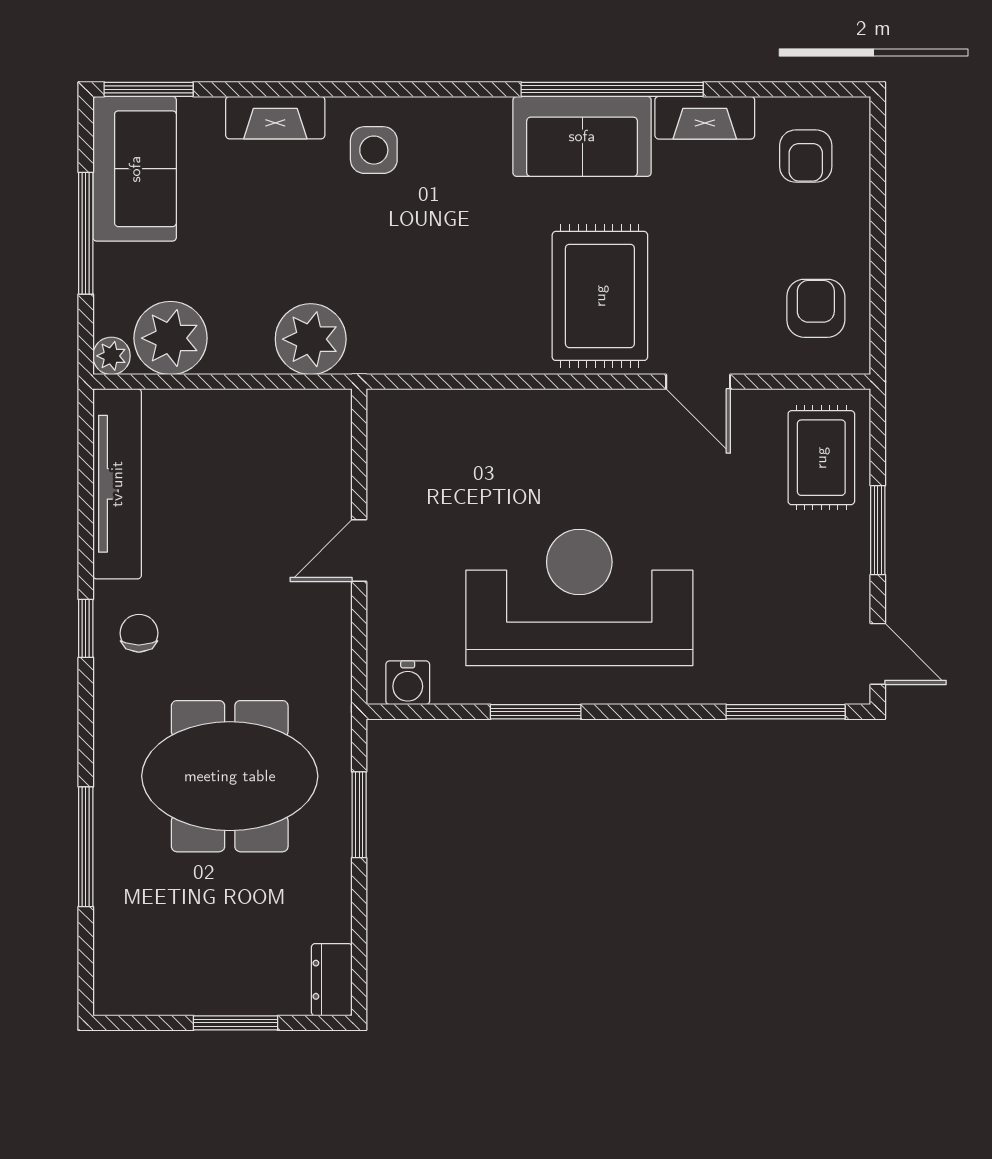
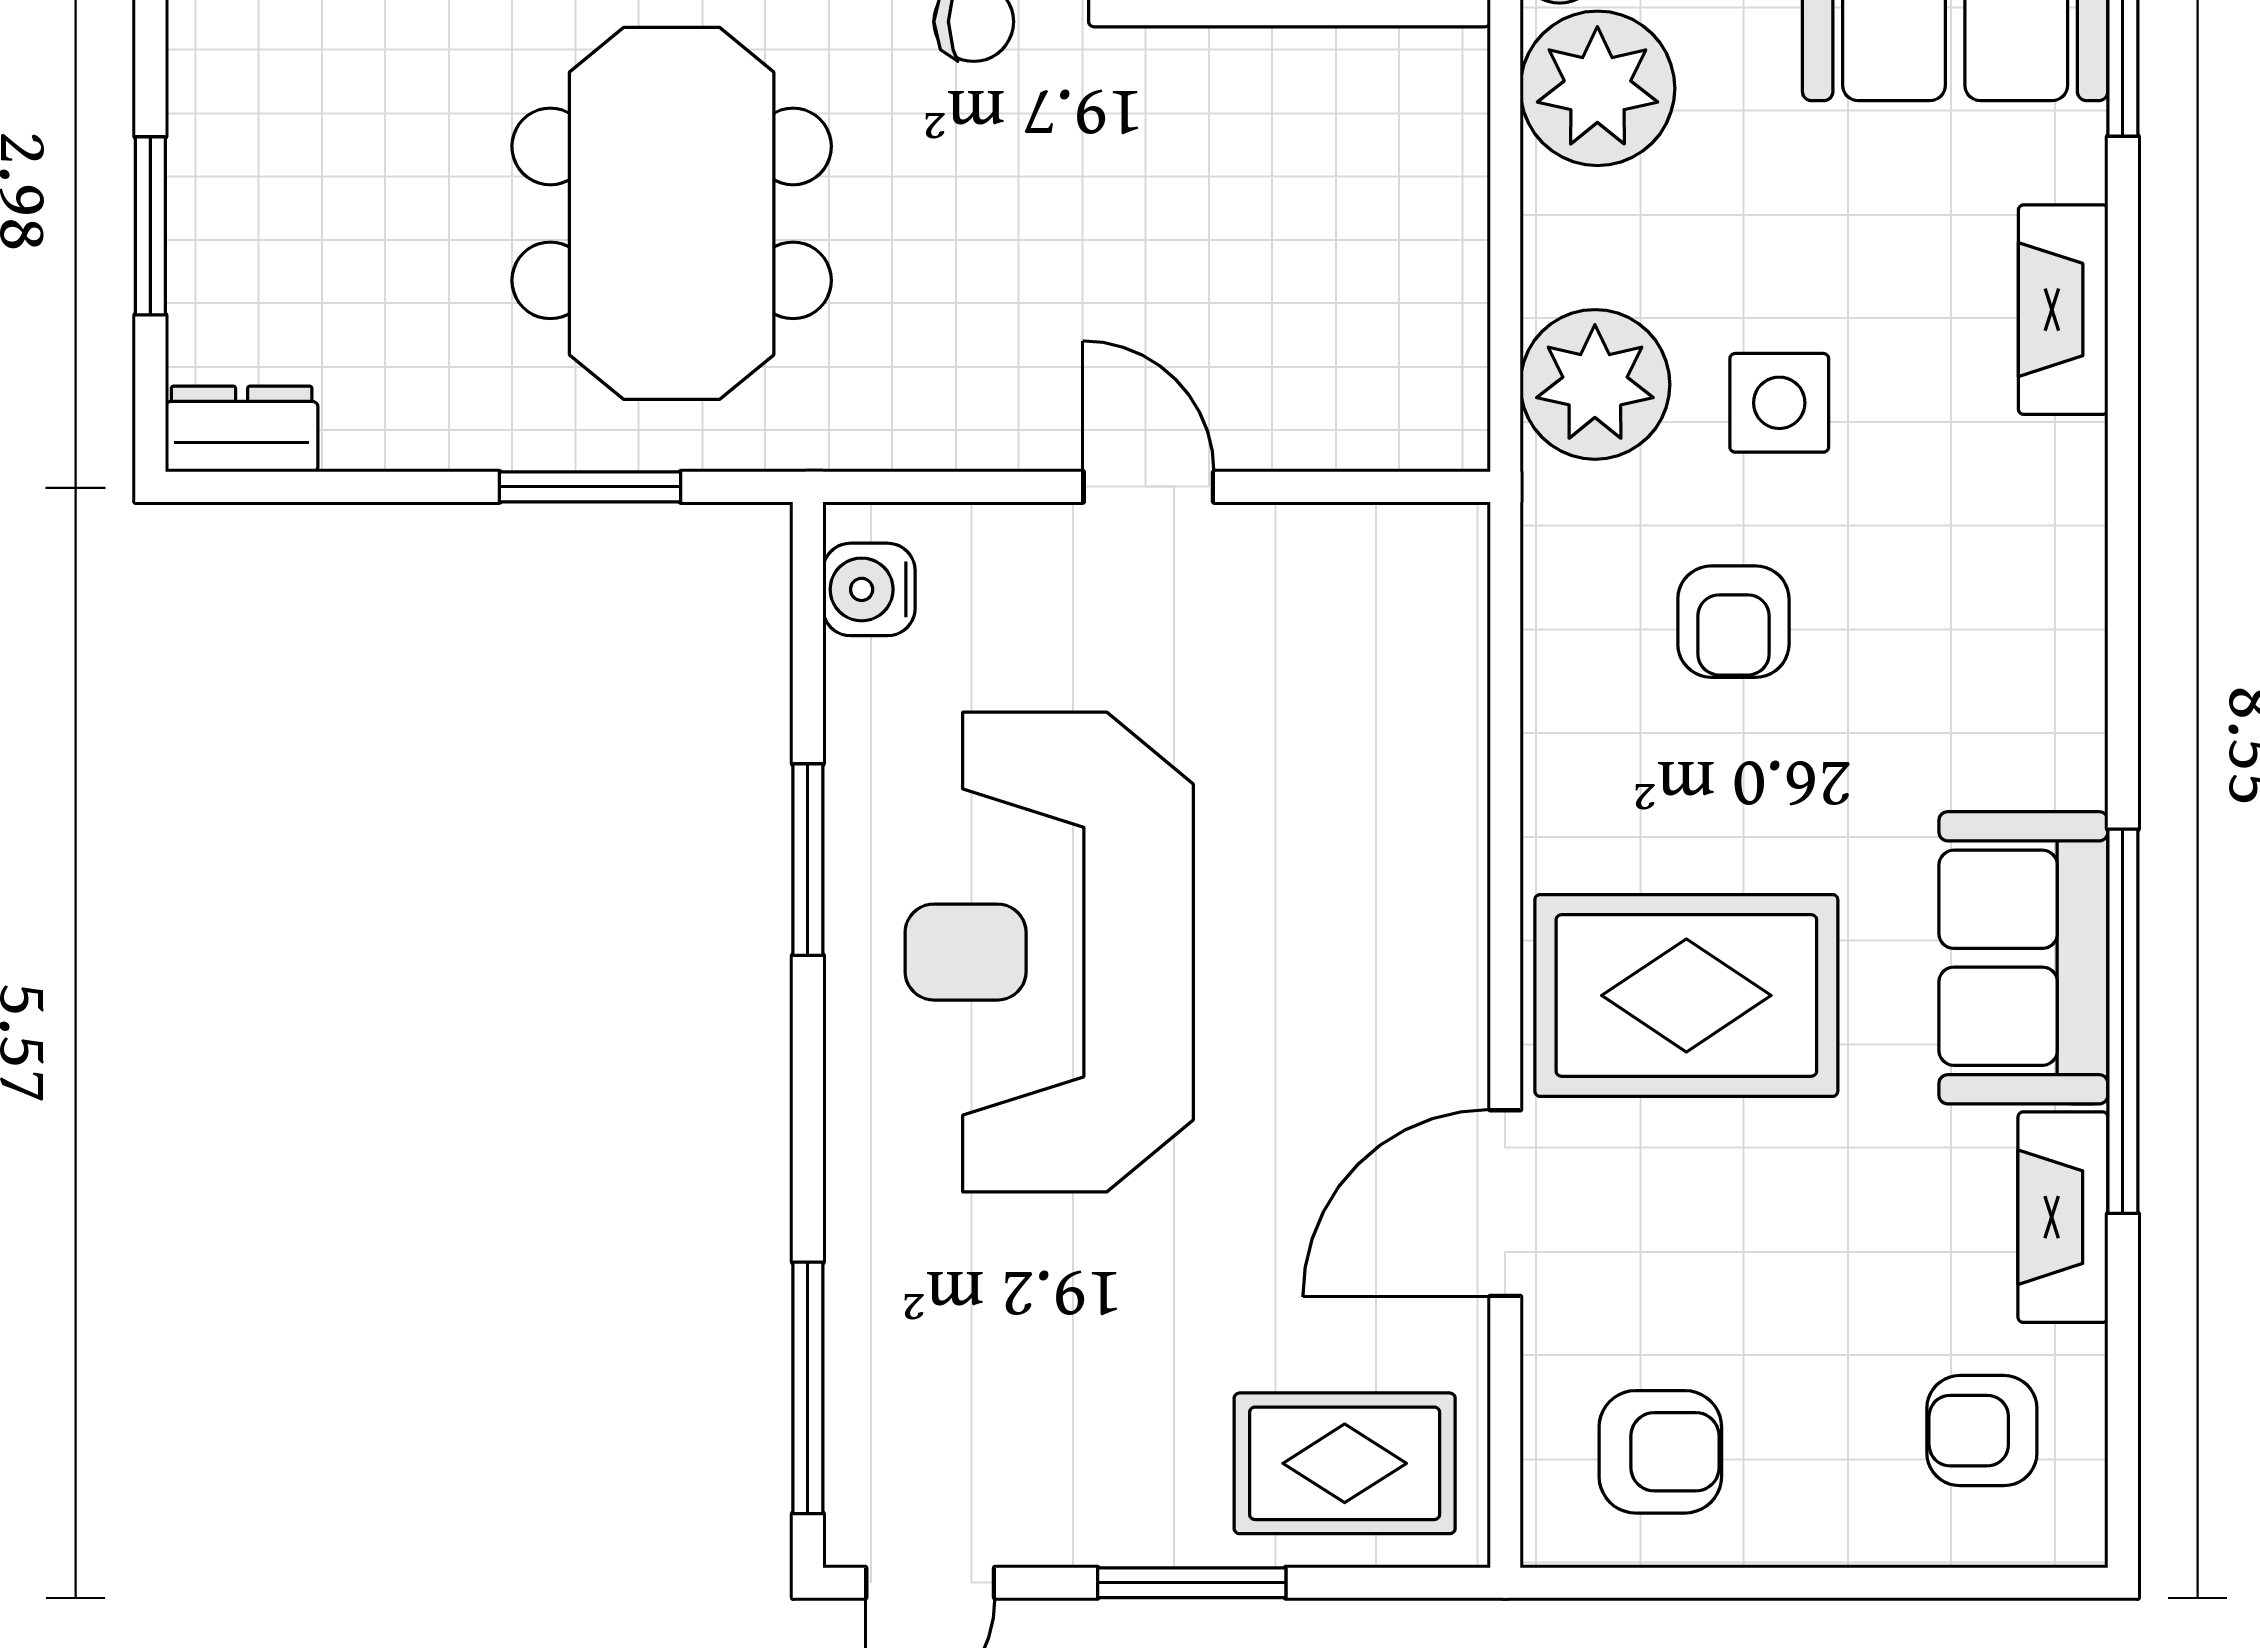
side table: (374, 150) -> (1779, 403), moved
armchair: (423, 274) -> (1733, 622), added
door: (698, 382) -> (1505, 1203), width x1.38
reception desk: (579, 597) -> (1049, 952), turned 180

